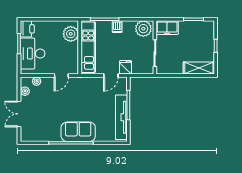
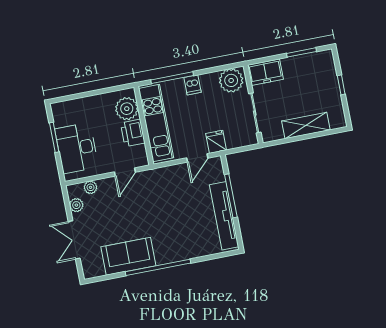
printer: (27, 29) -> (133, 133), moved, turned 180
shelving: (199, 68) -> (306, 125), moved
sofa: (78, 132) -> (128, 256), moved

